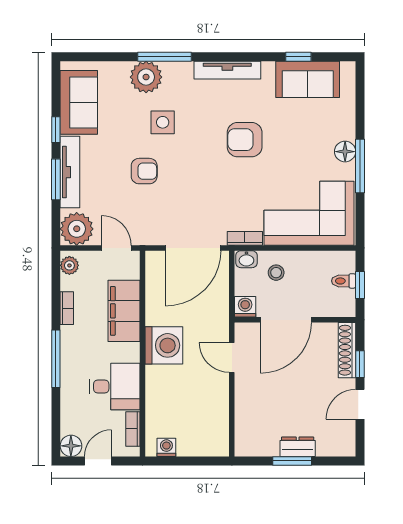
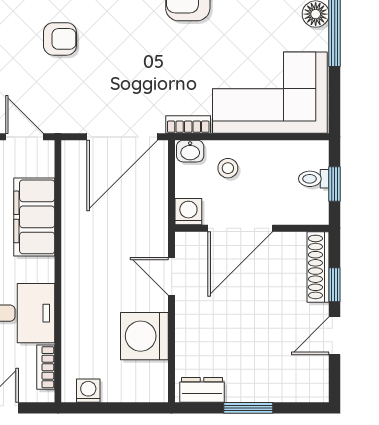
washing machine: (164, 345) -> (144, 336), moved, turned 180
dresser: (298, 447) -> (202, 390), moved

